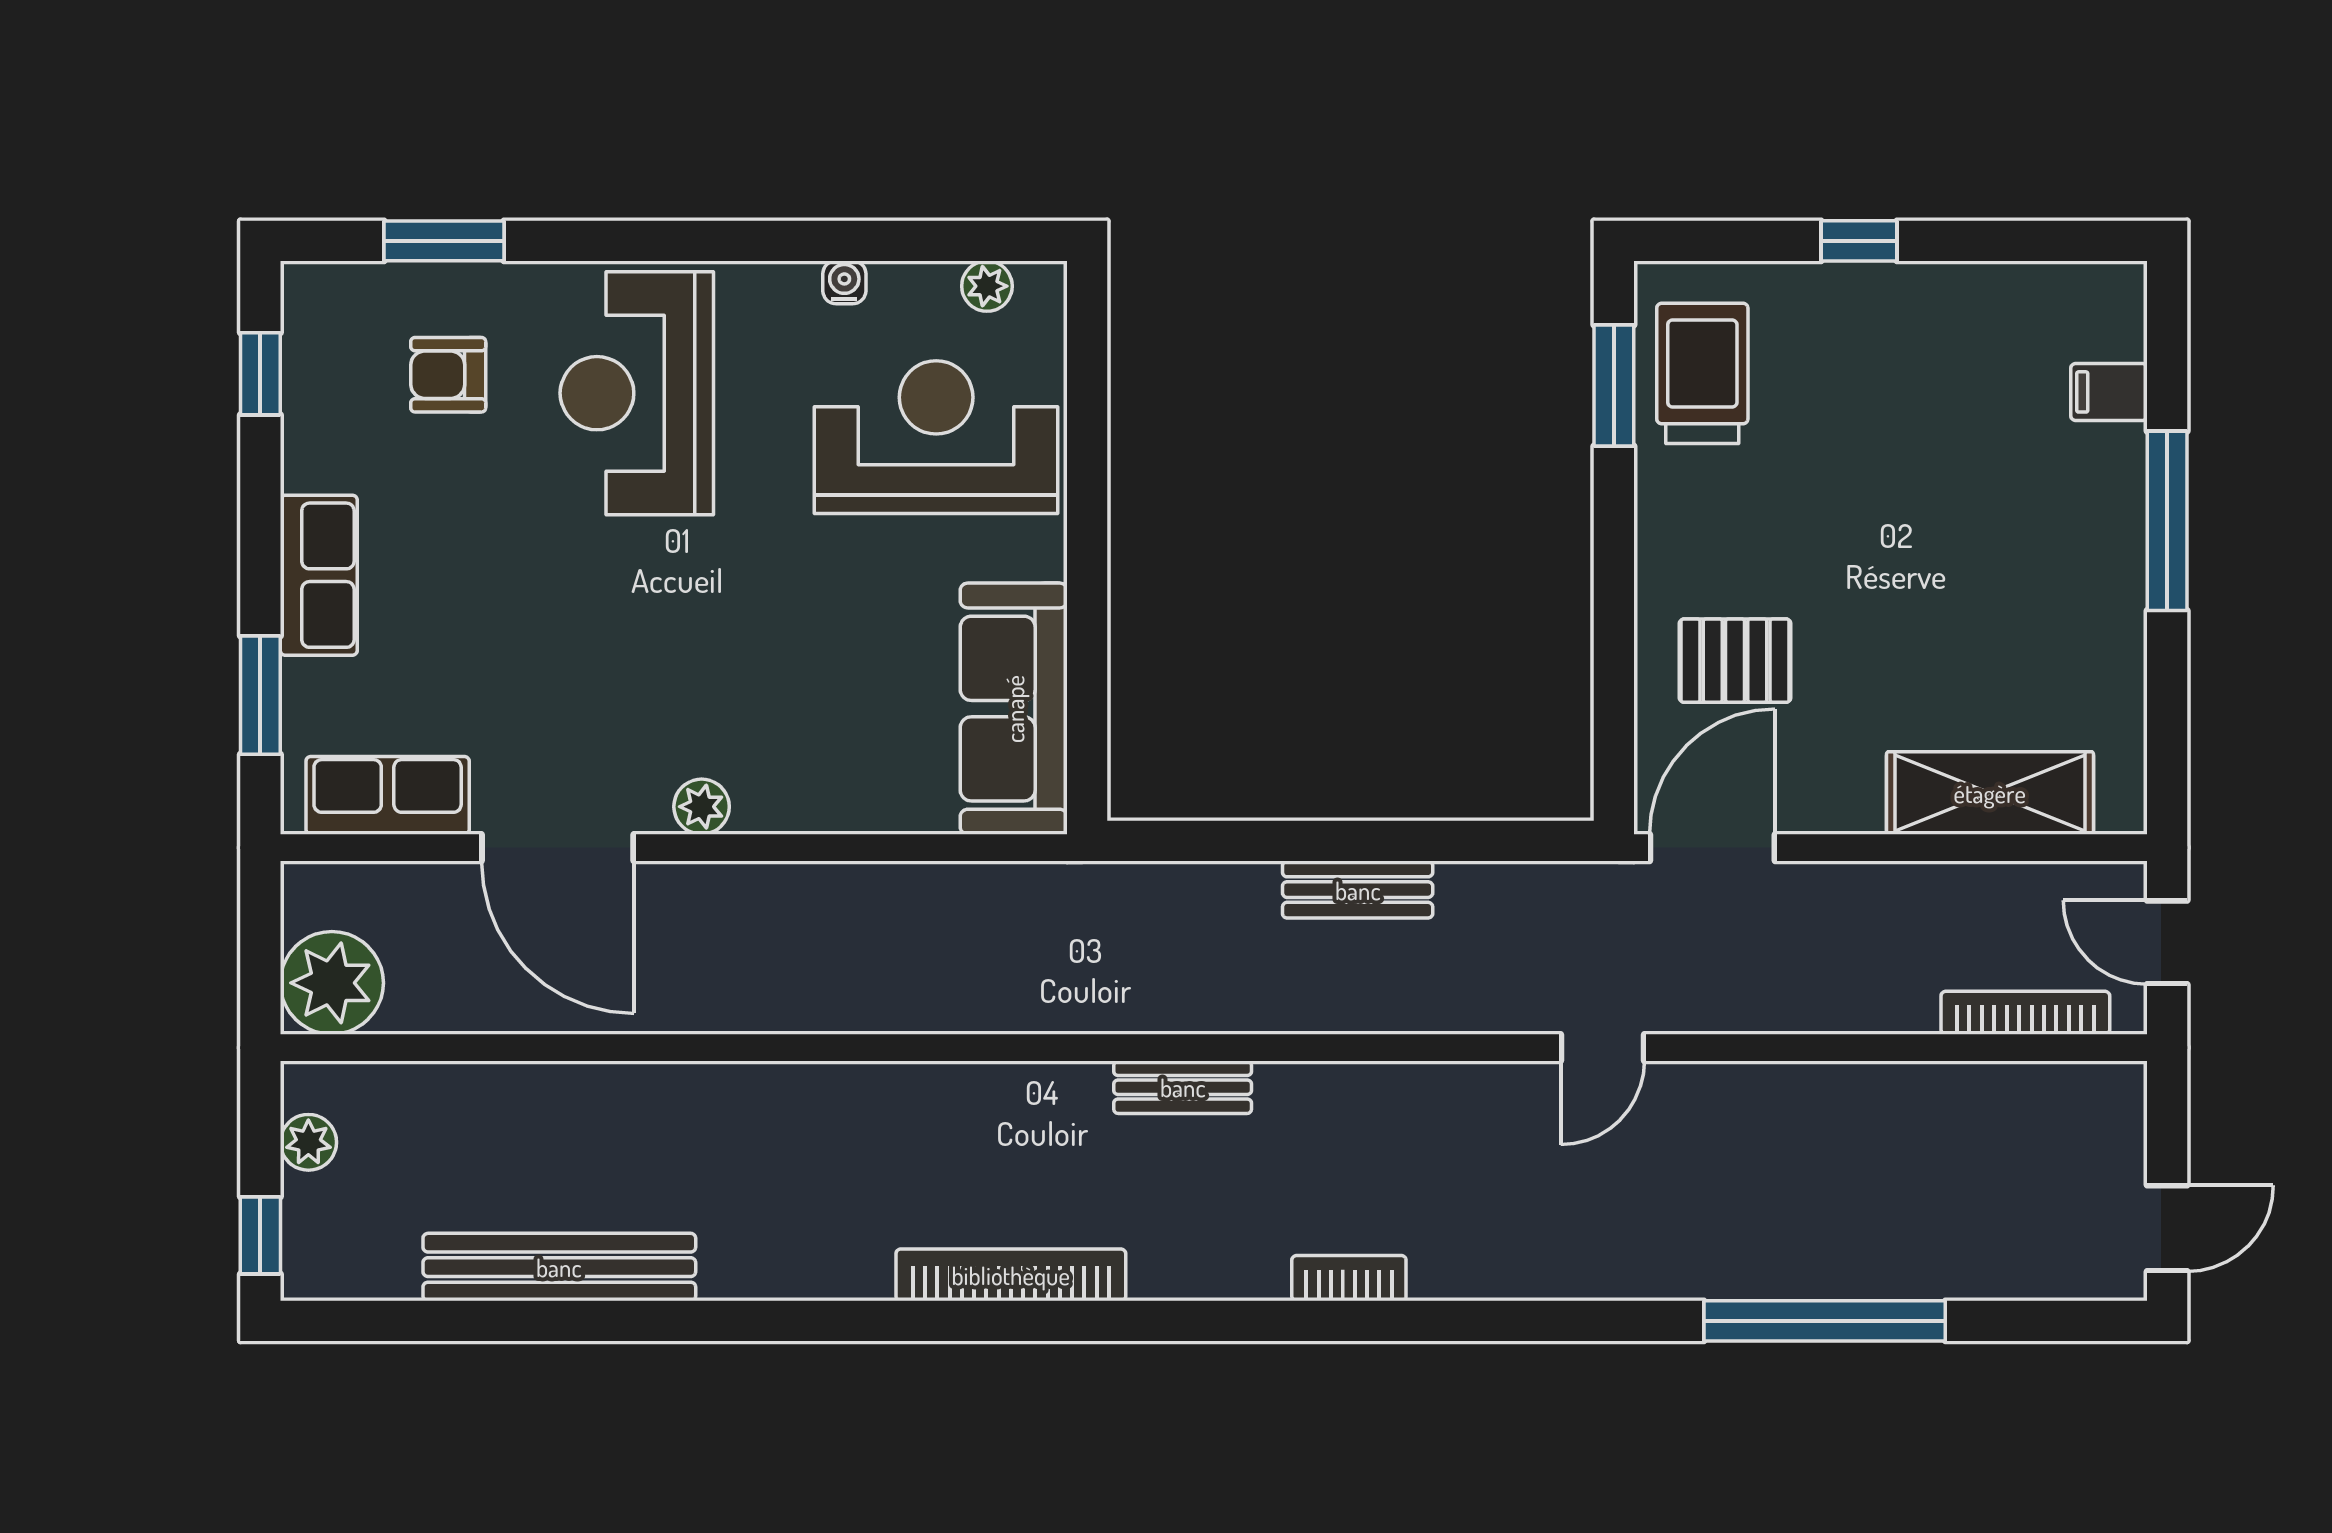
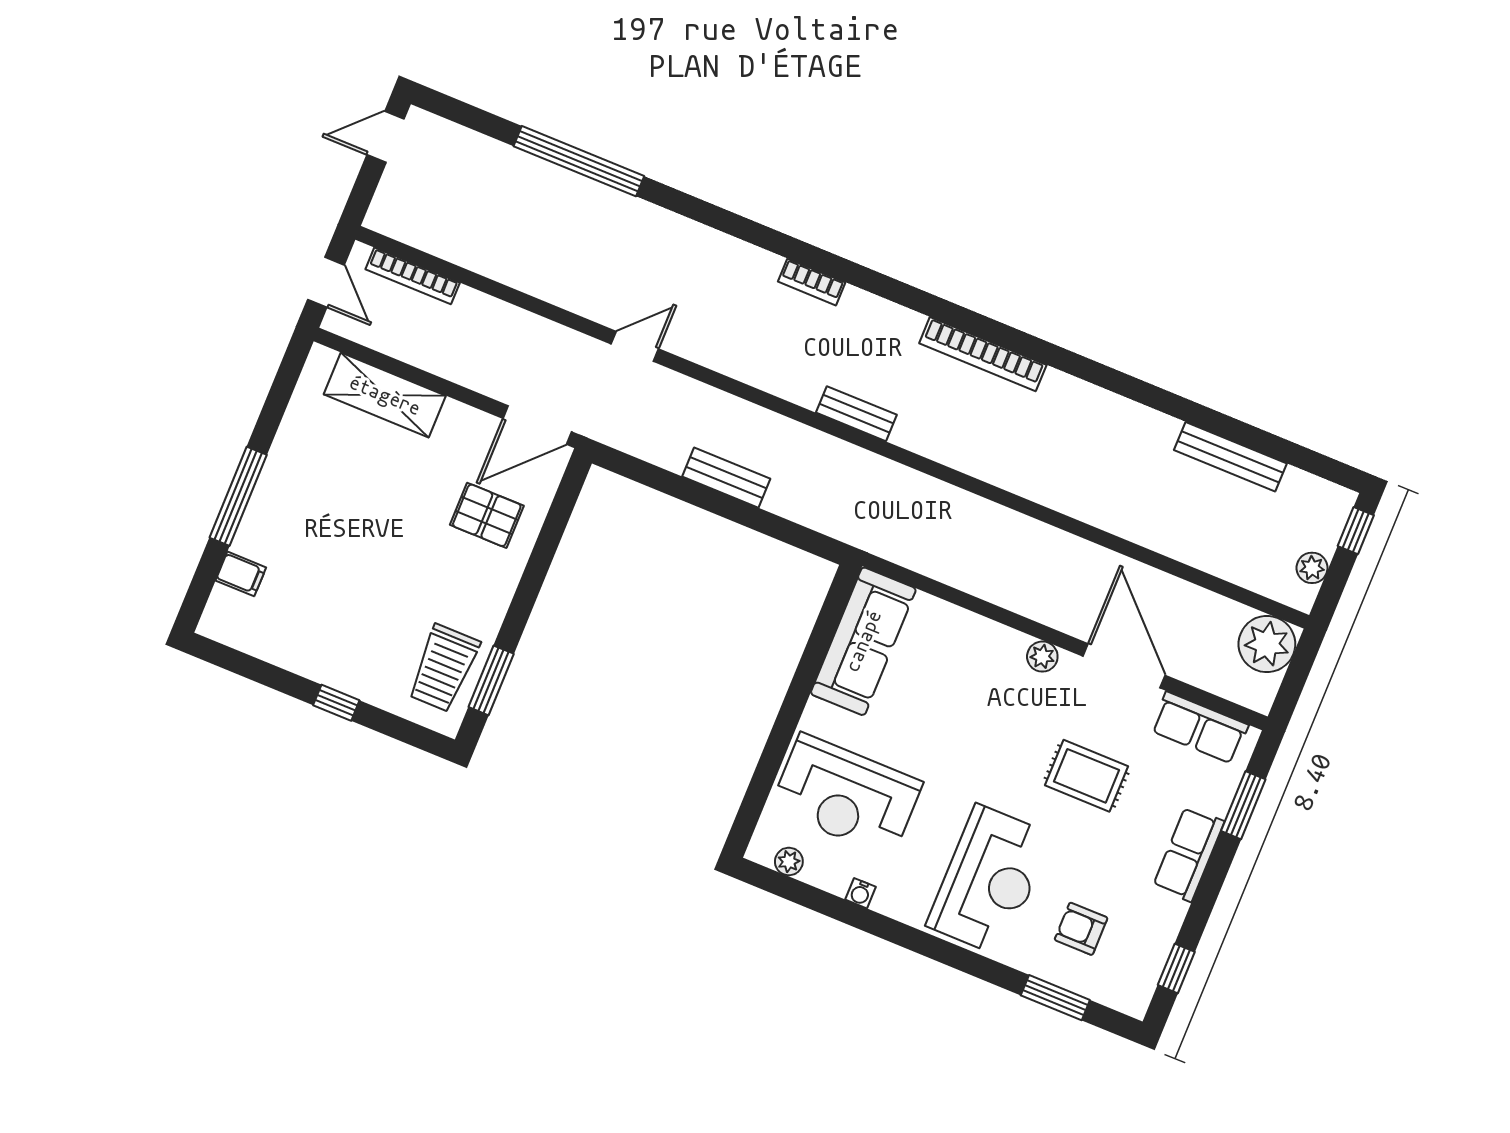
armchair: (448, 375) -> (1081, 929), turned 180
rug: (545, 636) -> (1087, 776), added
bench: (559, 1267) -> (1230, 457), width x0.73, depth x0.82

